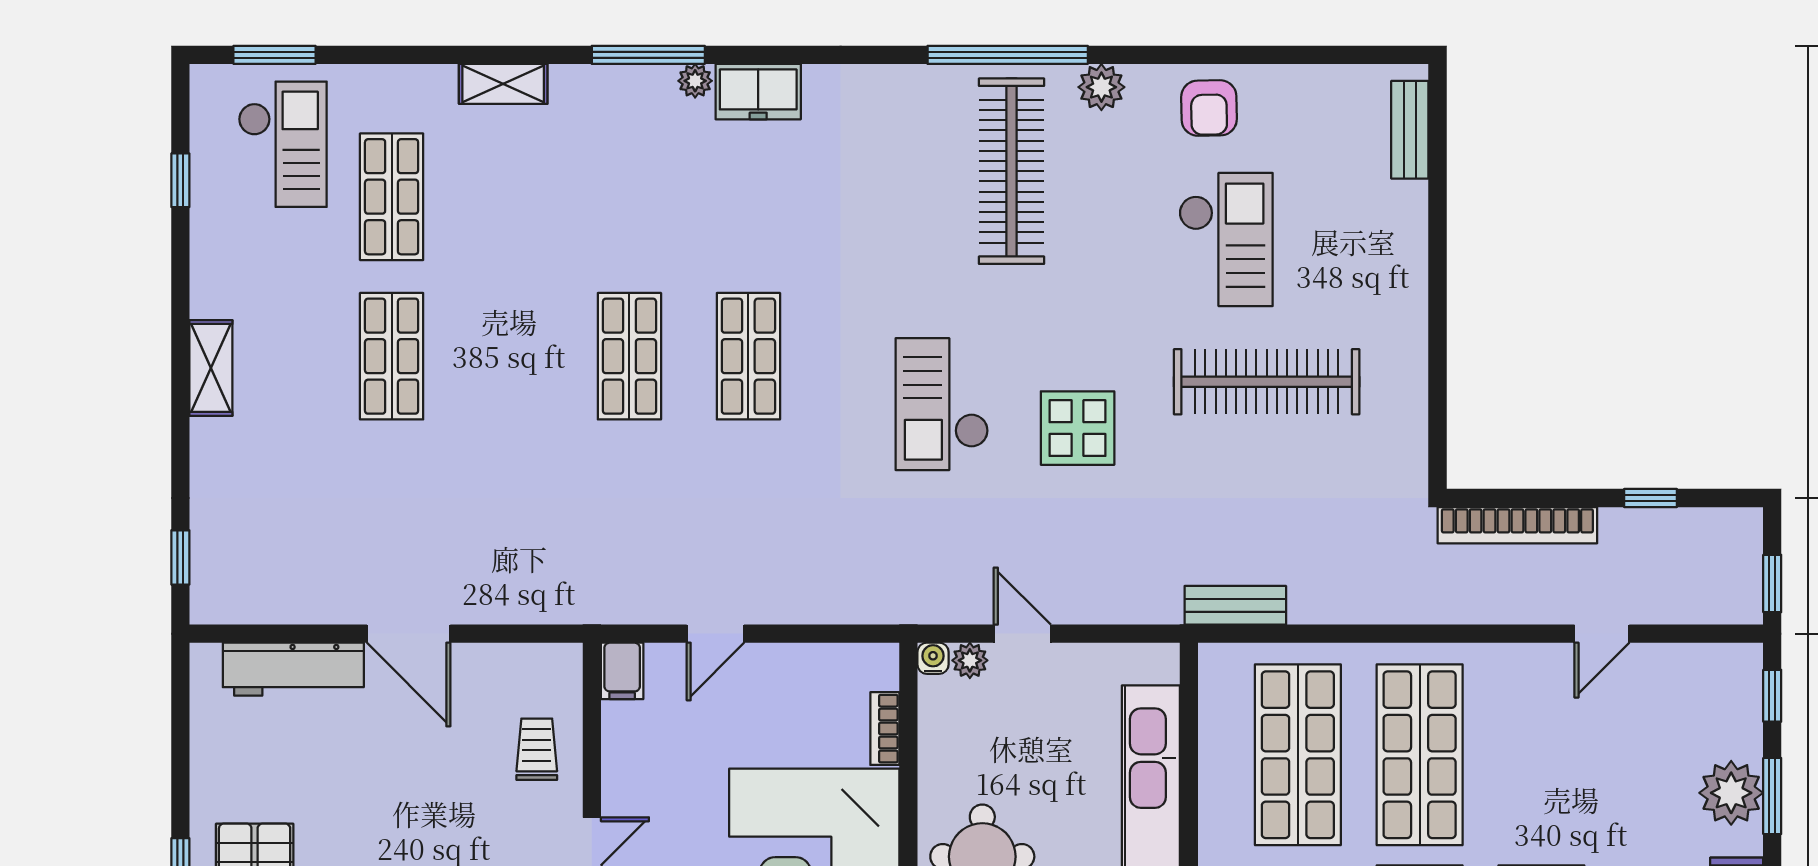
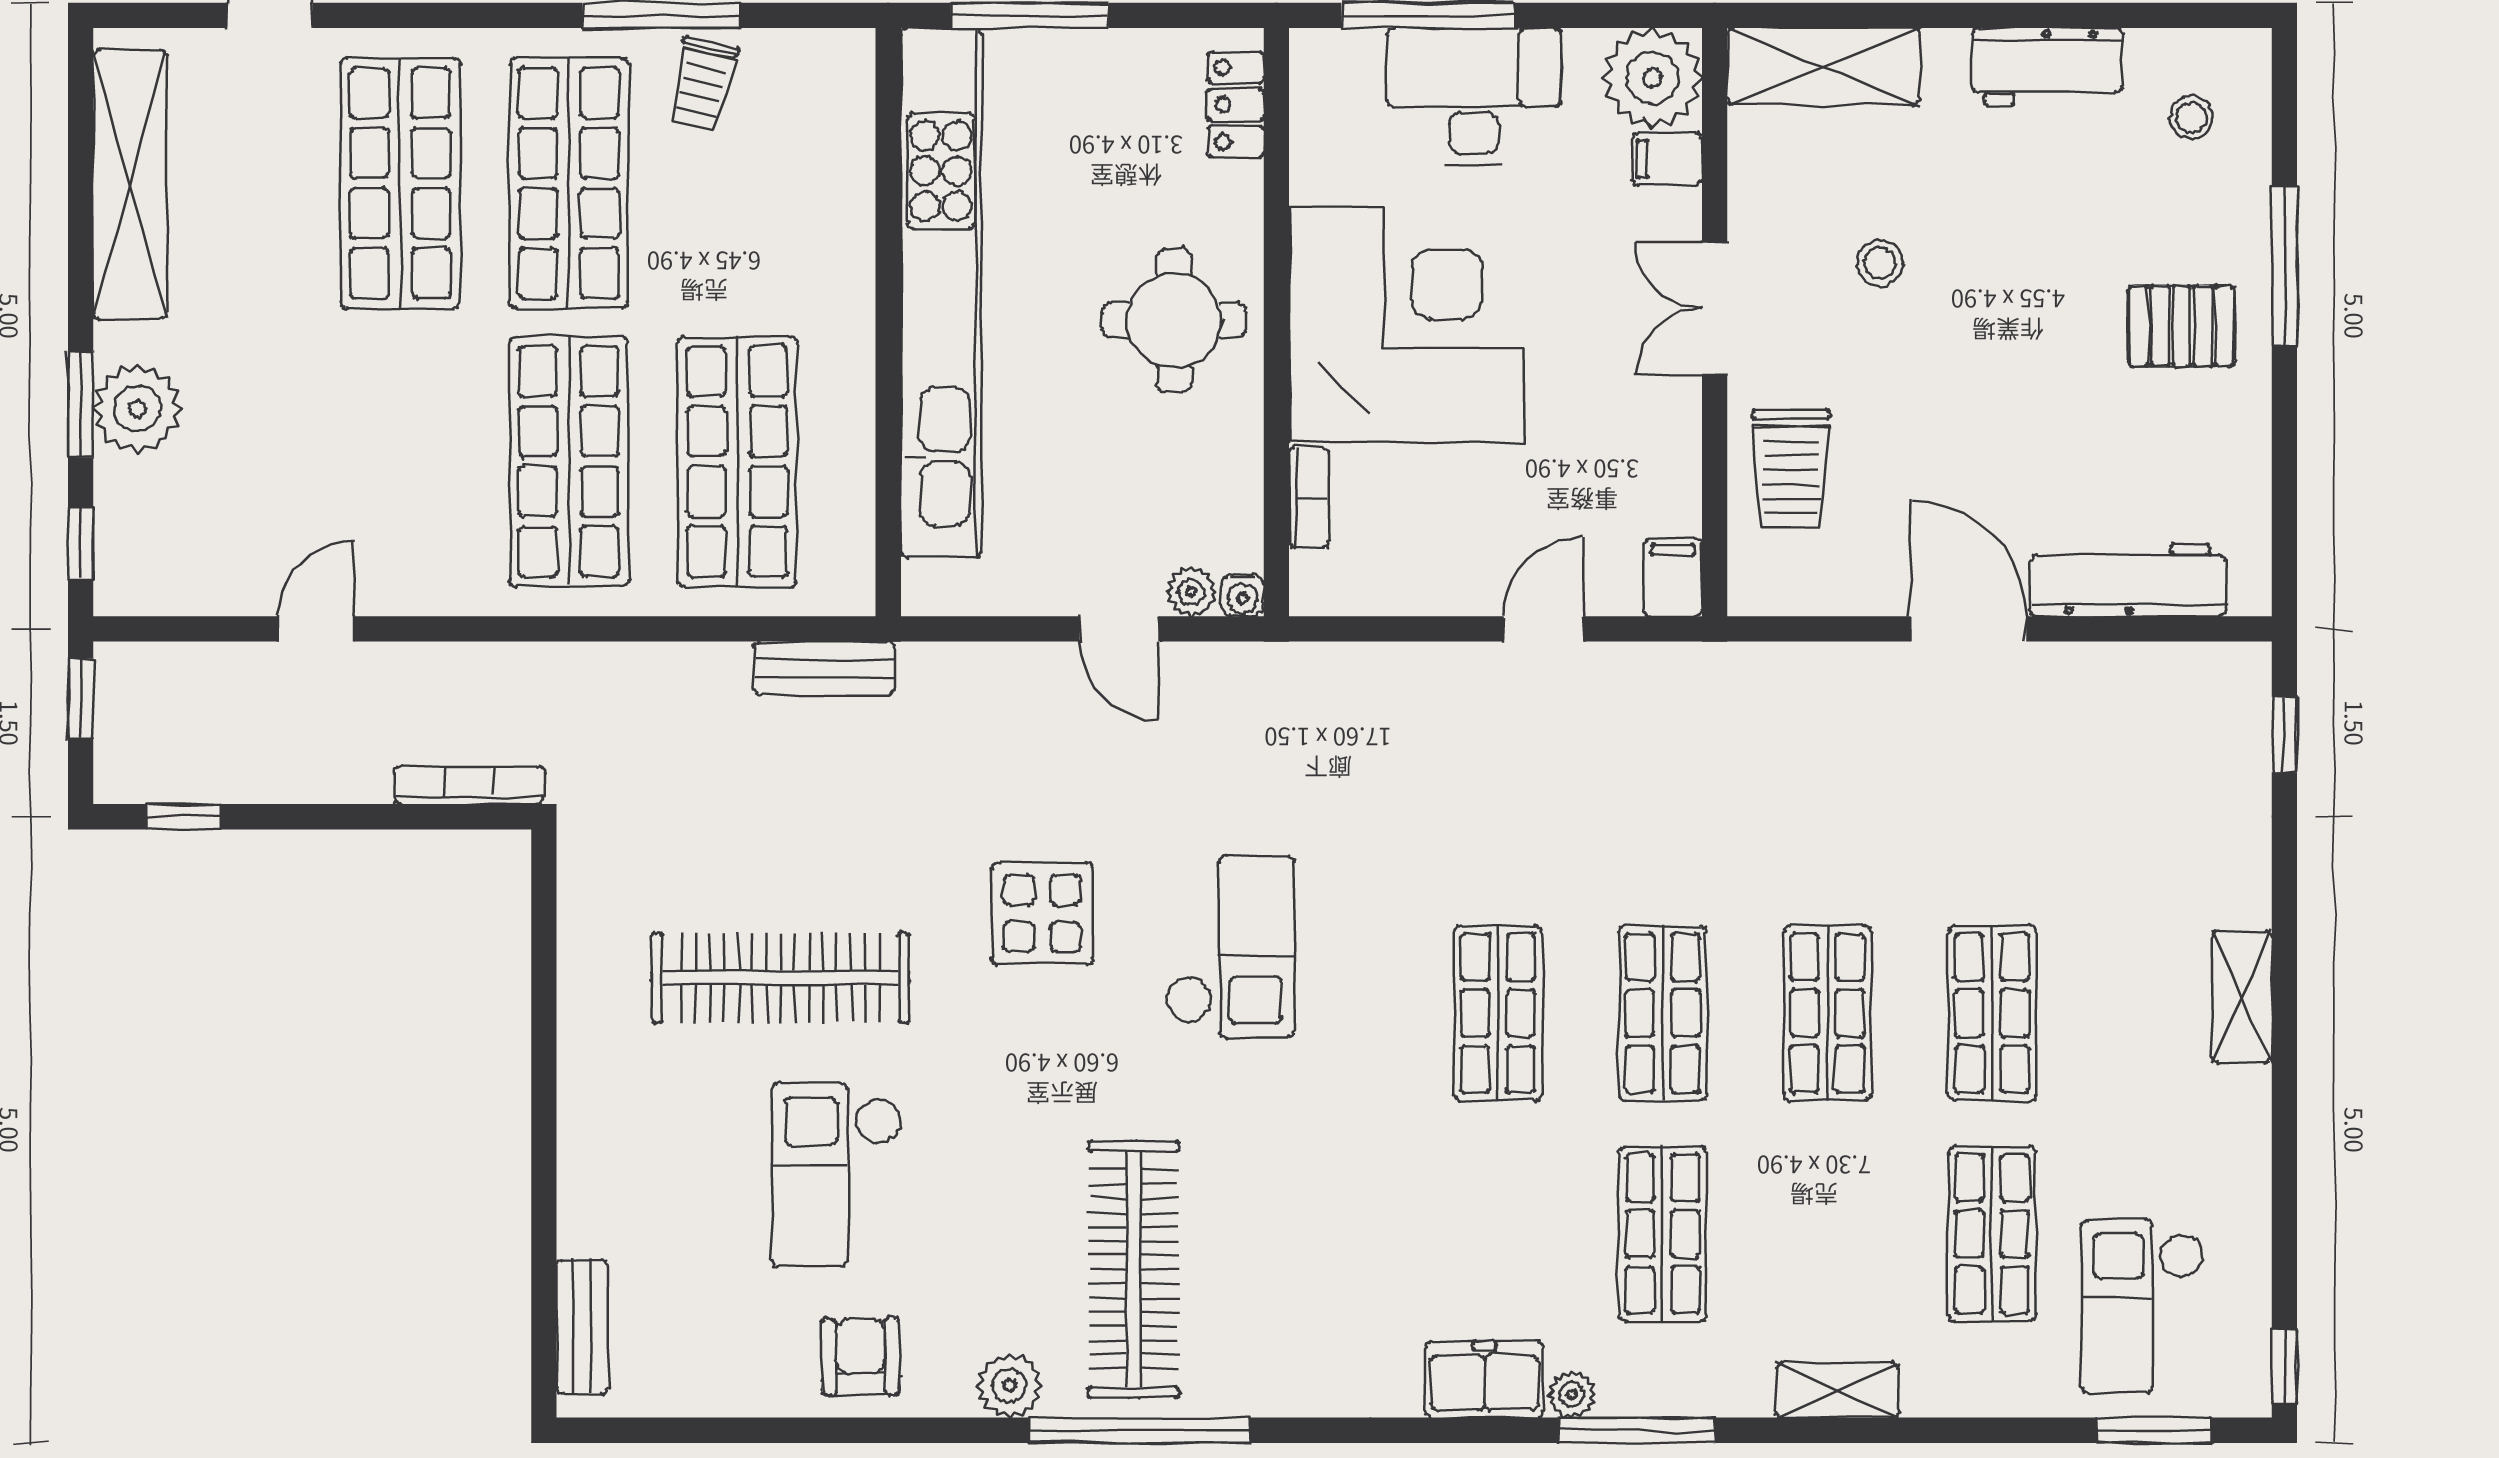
window: (180, 180) -> (2284, 1367), moved
shop shelf: (629, 197) -> (1663, 1234), added
shop shelf: (511, 356) -> (1827, 1013), added
window: (1650, 498) -> (184, 817), moved
bookcase: (1517, 525) -> (469, 785), width x0.68, depth x0.76
trolley: (537, 749) -> (1791, 469), width x1.36, depth x1.39

